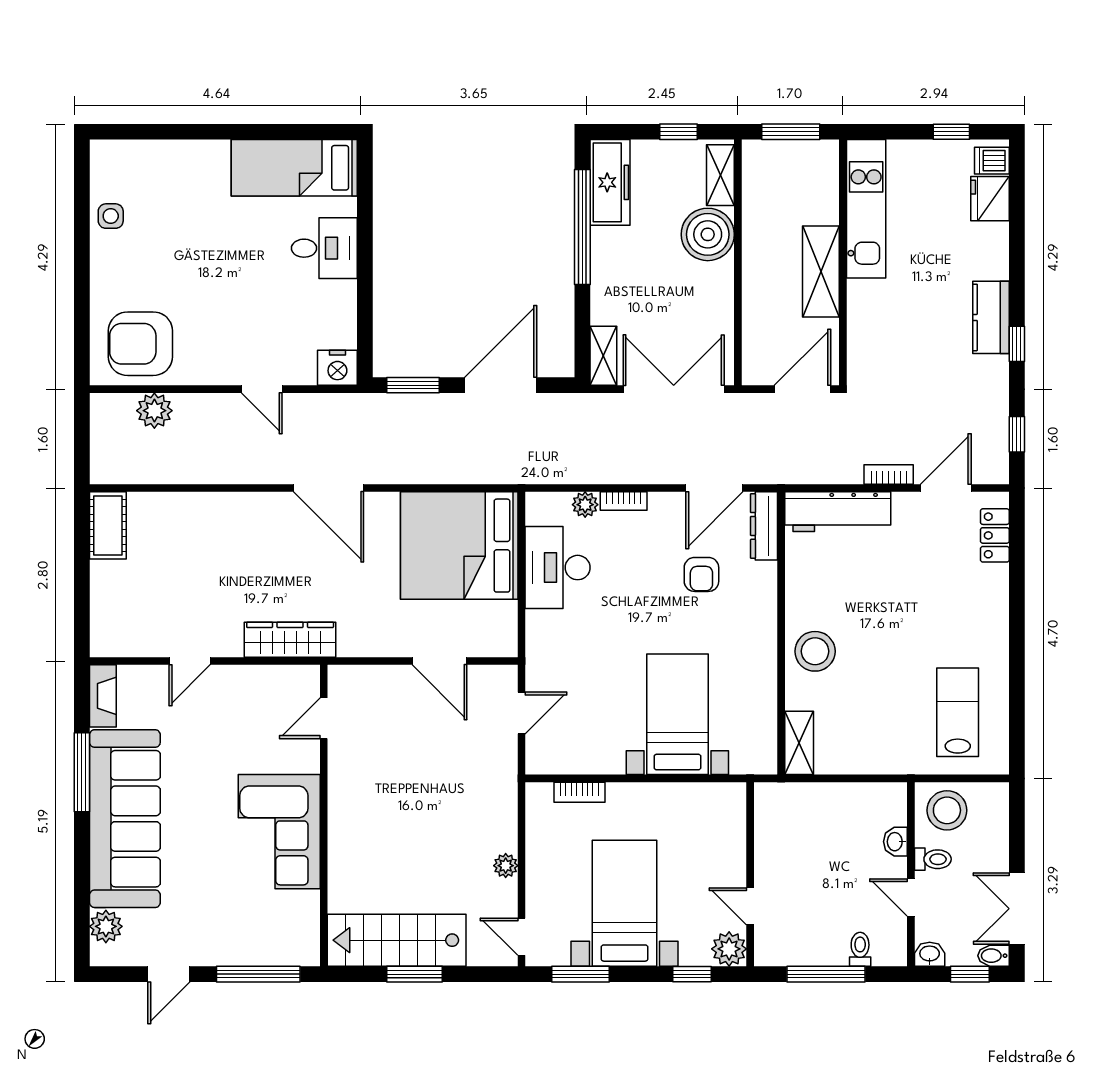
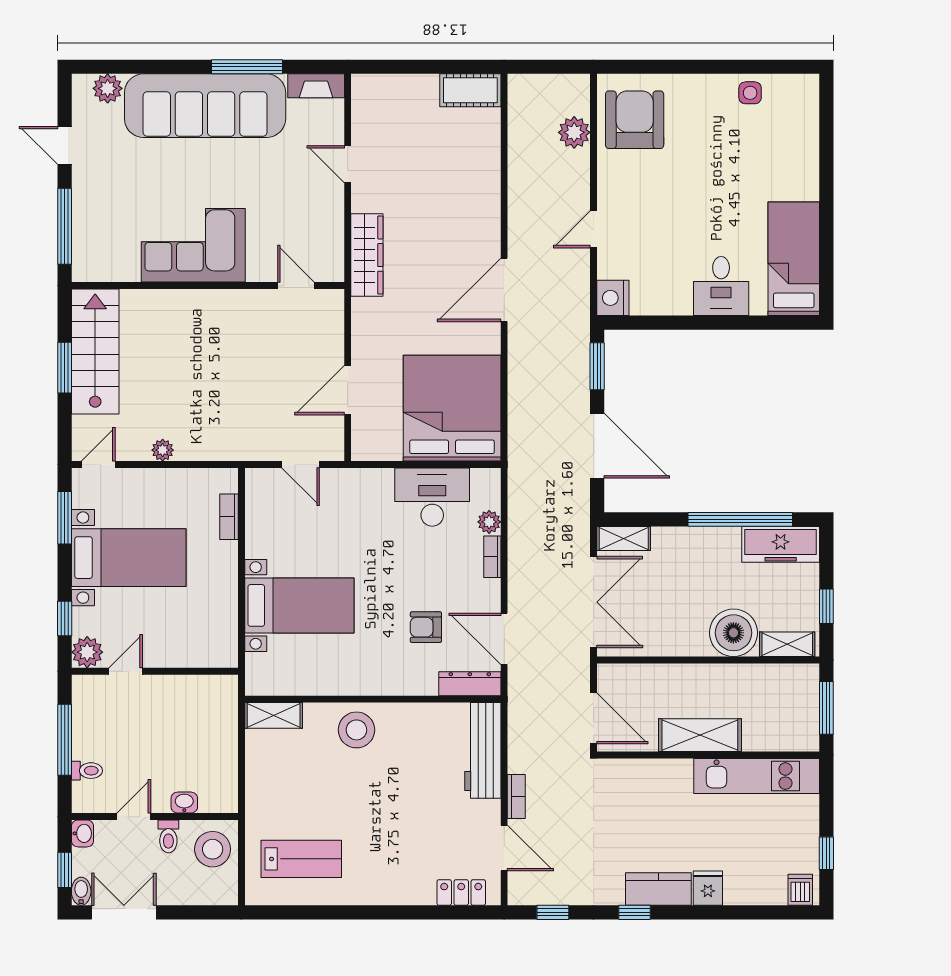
fridge: (990, 199) -> (708, 888), moved, width x0.72

